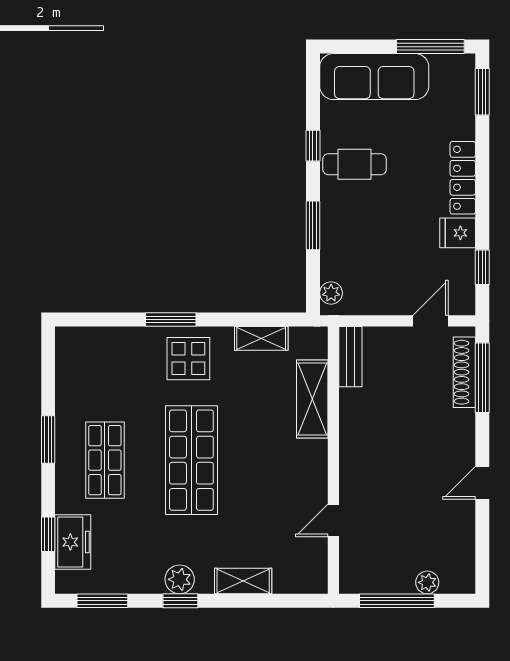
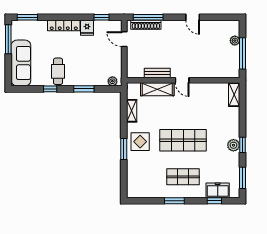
bench: (350, 357) -> (157, 73), moved
door: (333, 520) -> (182, 80), moved
shelving: (243, 581) -> (234, 95), moved

